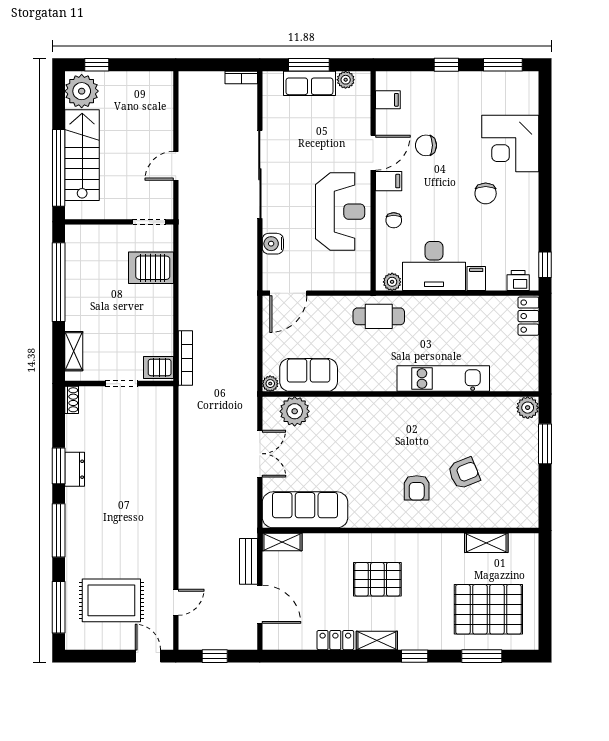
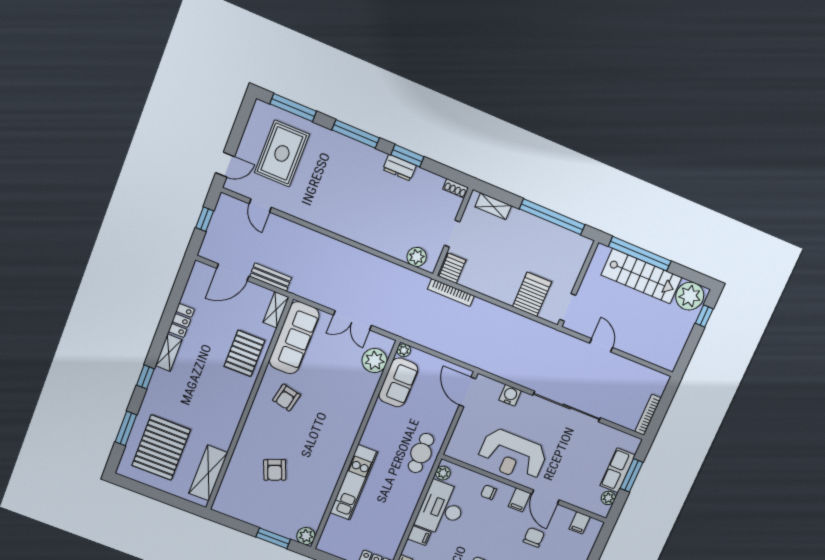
bookcase: (241, 77) -> (648, 415), width x1.56
plant: (162, 412) -> (417, 257), added
armchair: (417, 488) -> (286, 398), moved, turned -78
shelving: (486, 543) -> (208, 473), width x1.50, depth x1.33
pallet: (377, 579) -> (244, 353), moved

